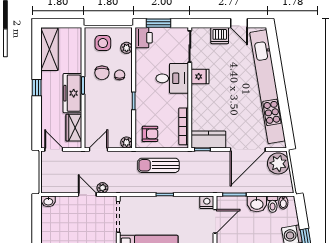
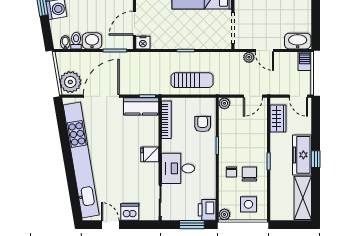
plant: (127, 48) -> (224, 214), moved
fridge: (200, 76) -> (150, 154), moved
freezer: (72, 93) -> (302, 155), moved, turned 180
armchair: (150, 134) -> (203, 124), moved, turned 90
barbecue: (47, 184) -> (305, 61), added
washbasin: (48, 201) -> (298, 41), width x1.91, depth x1.45

